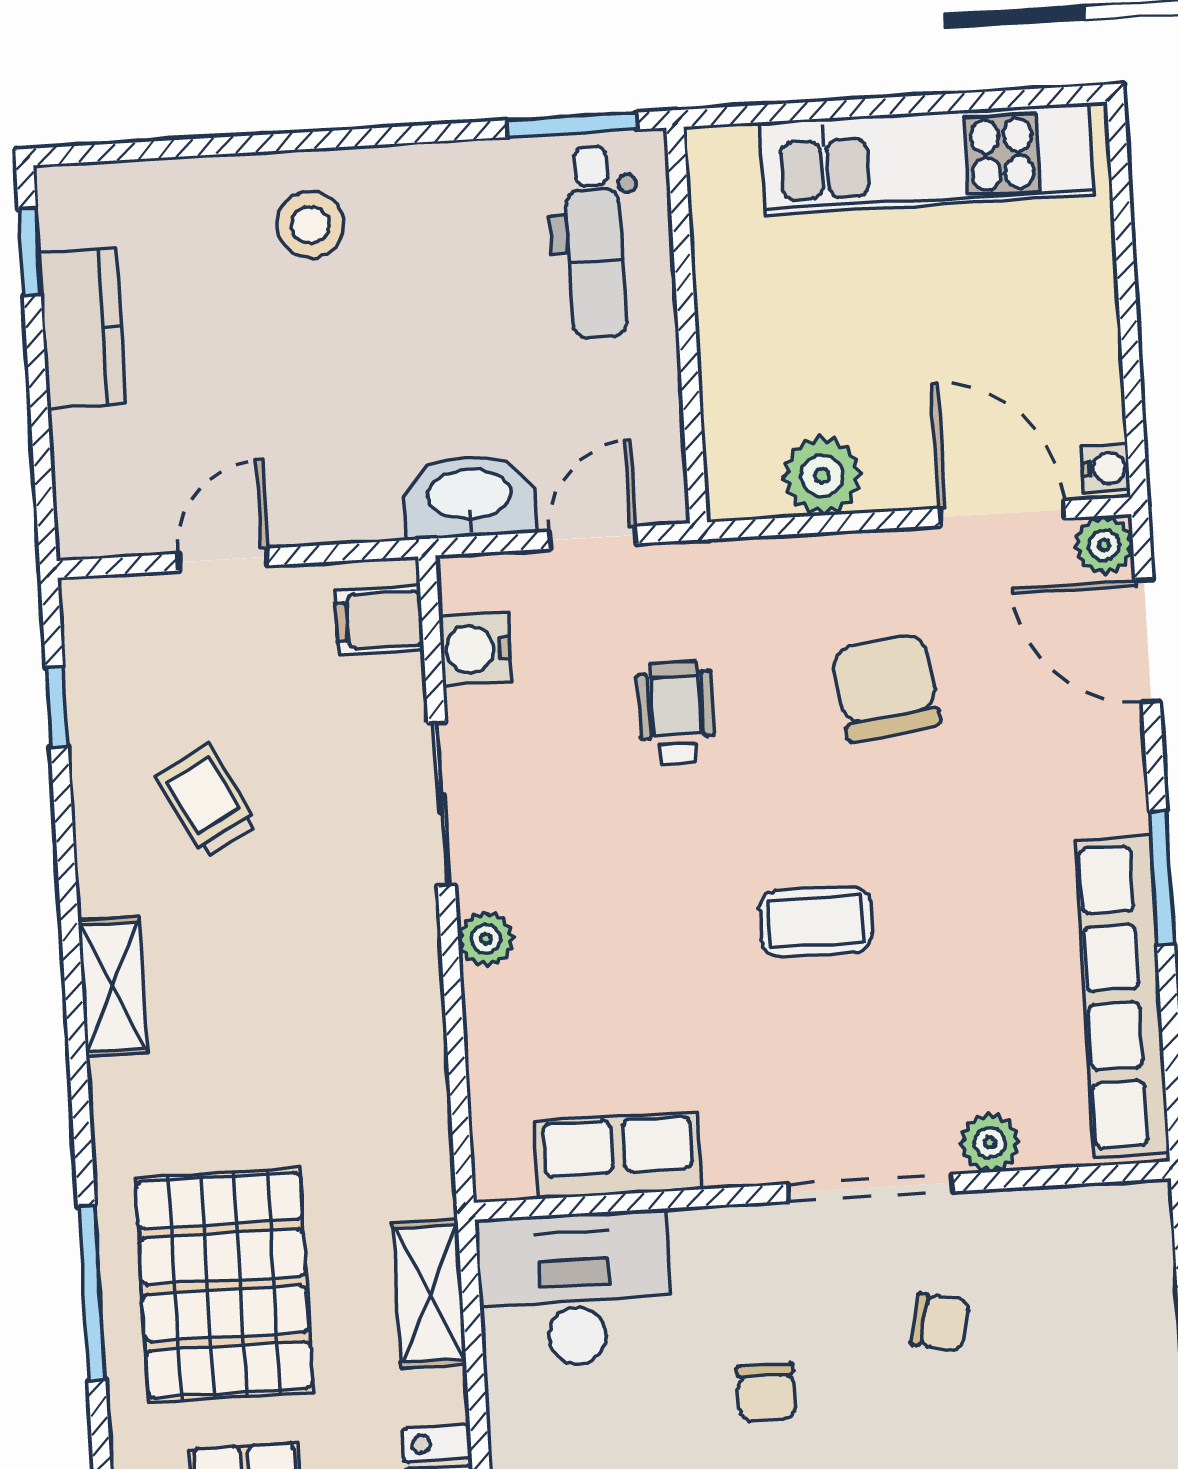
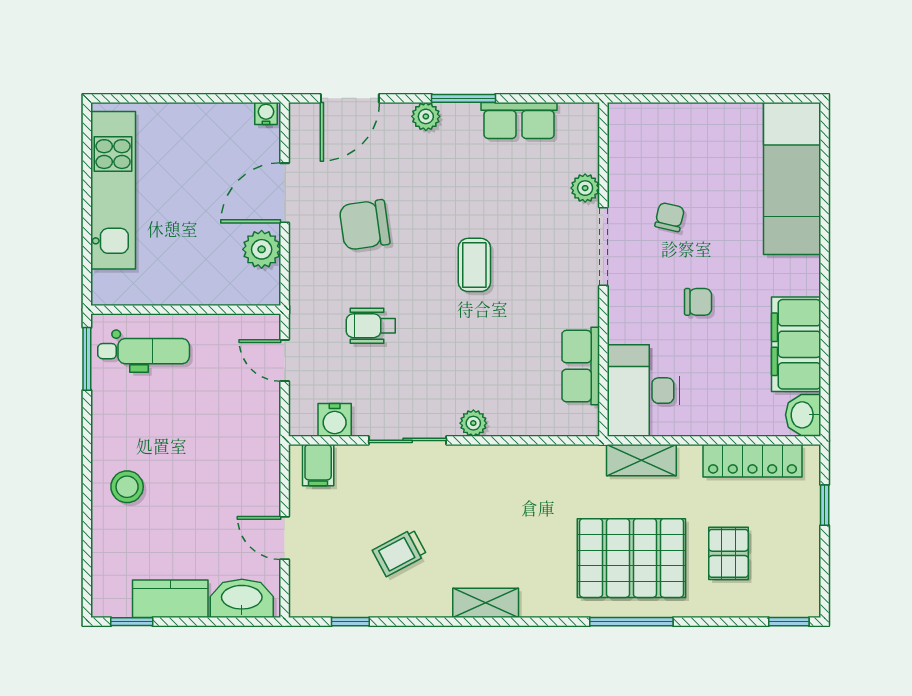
washbasin: (469, 496) -> (242, 598), moved, turned 90
door: (1002, 513) -> (285, 193), moved
plant: (1104, 545) -> (426, 116), moved
row of seats: (1122, 996) -> (519, 121), width x0.50

